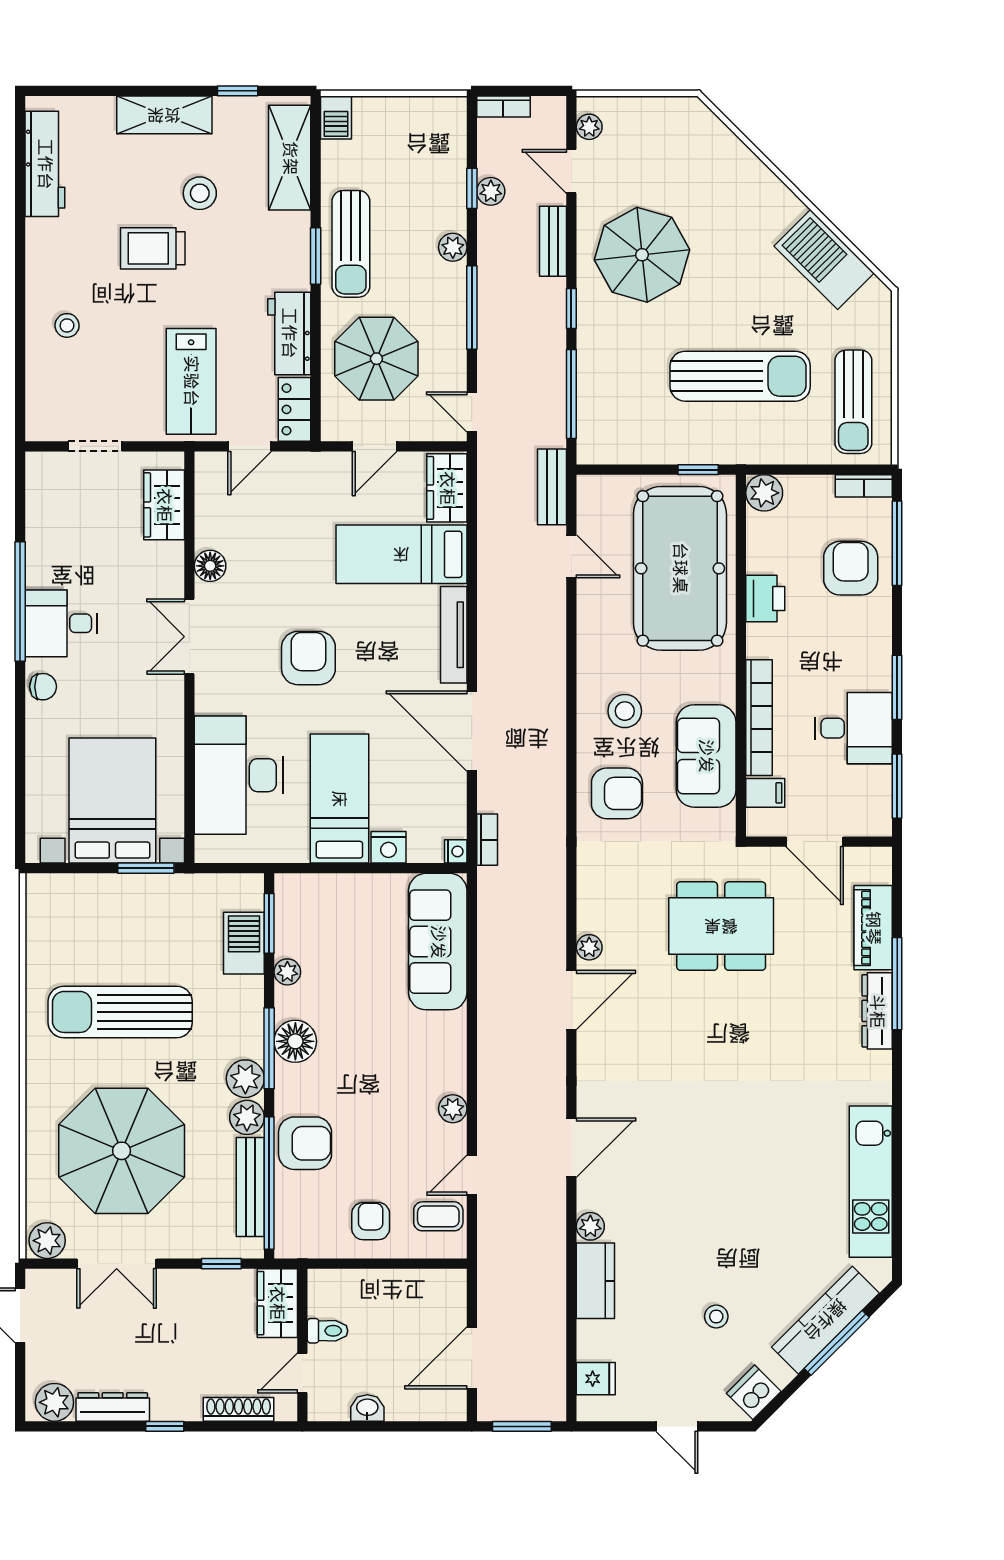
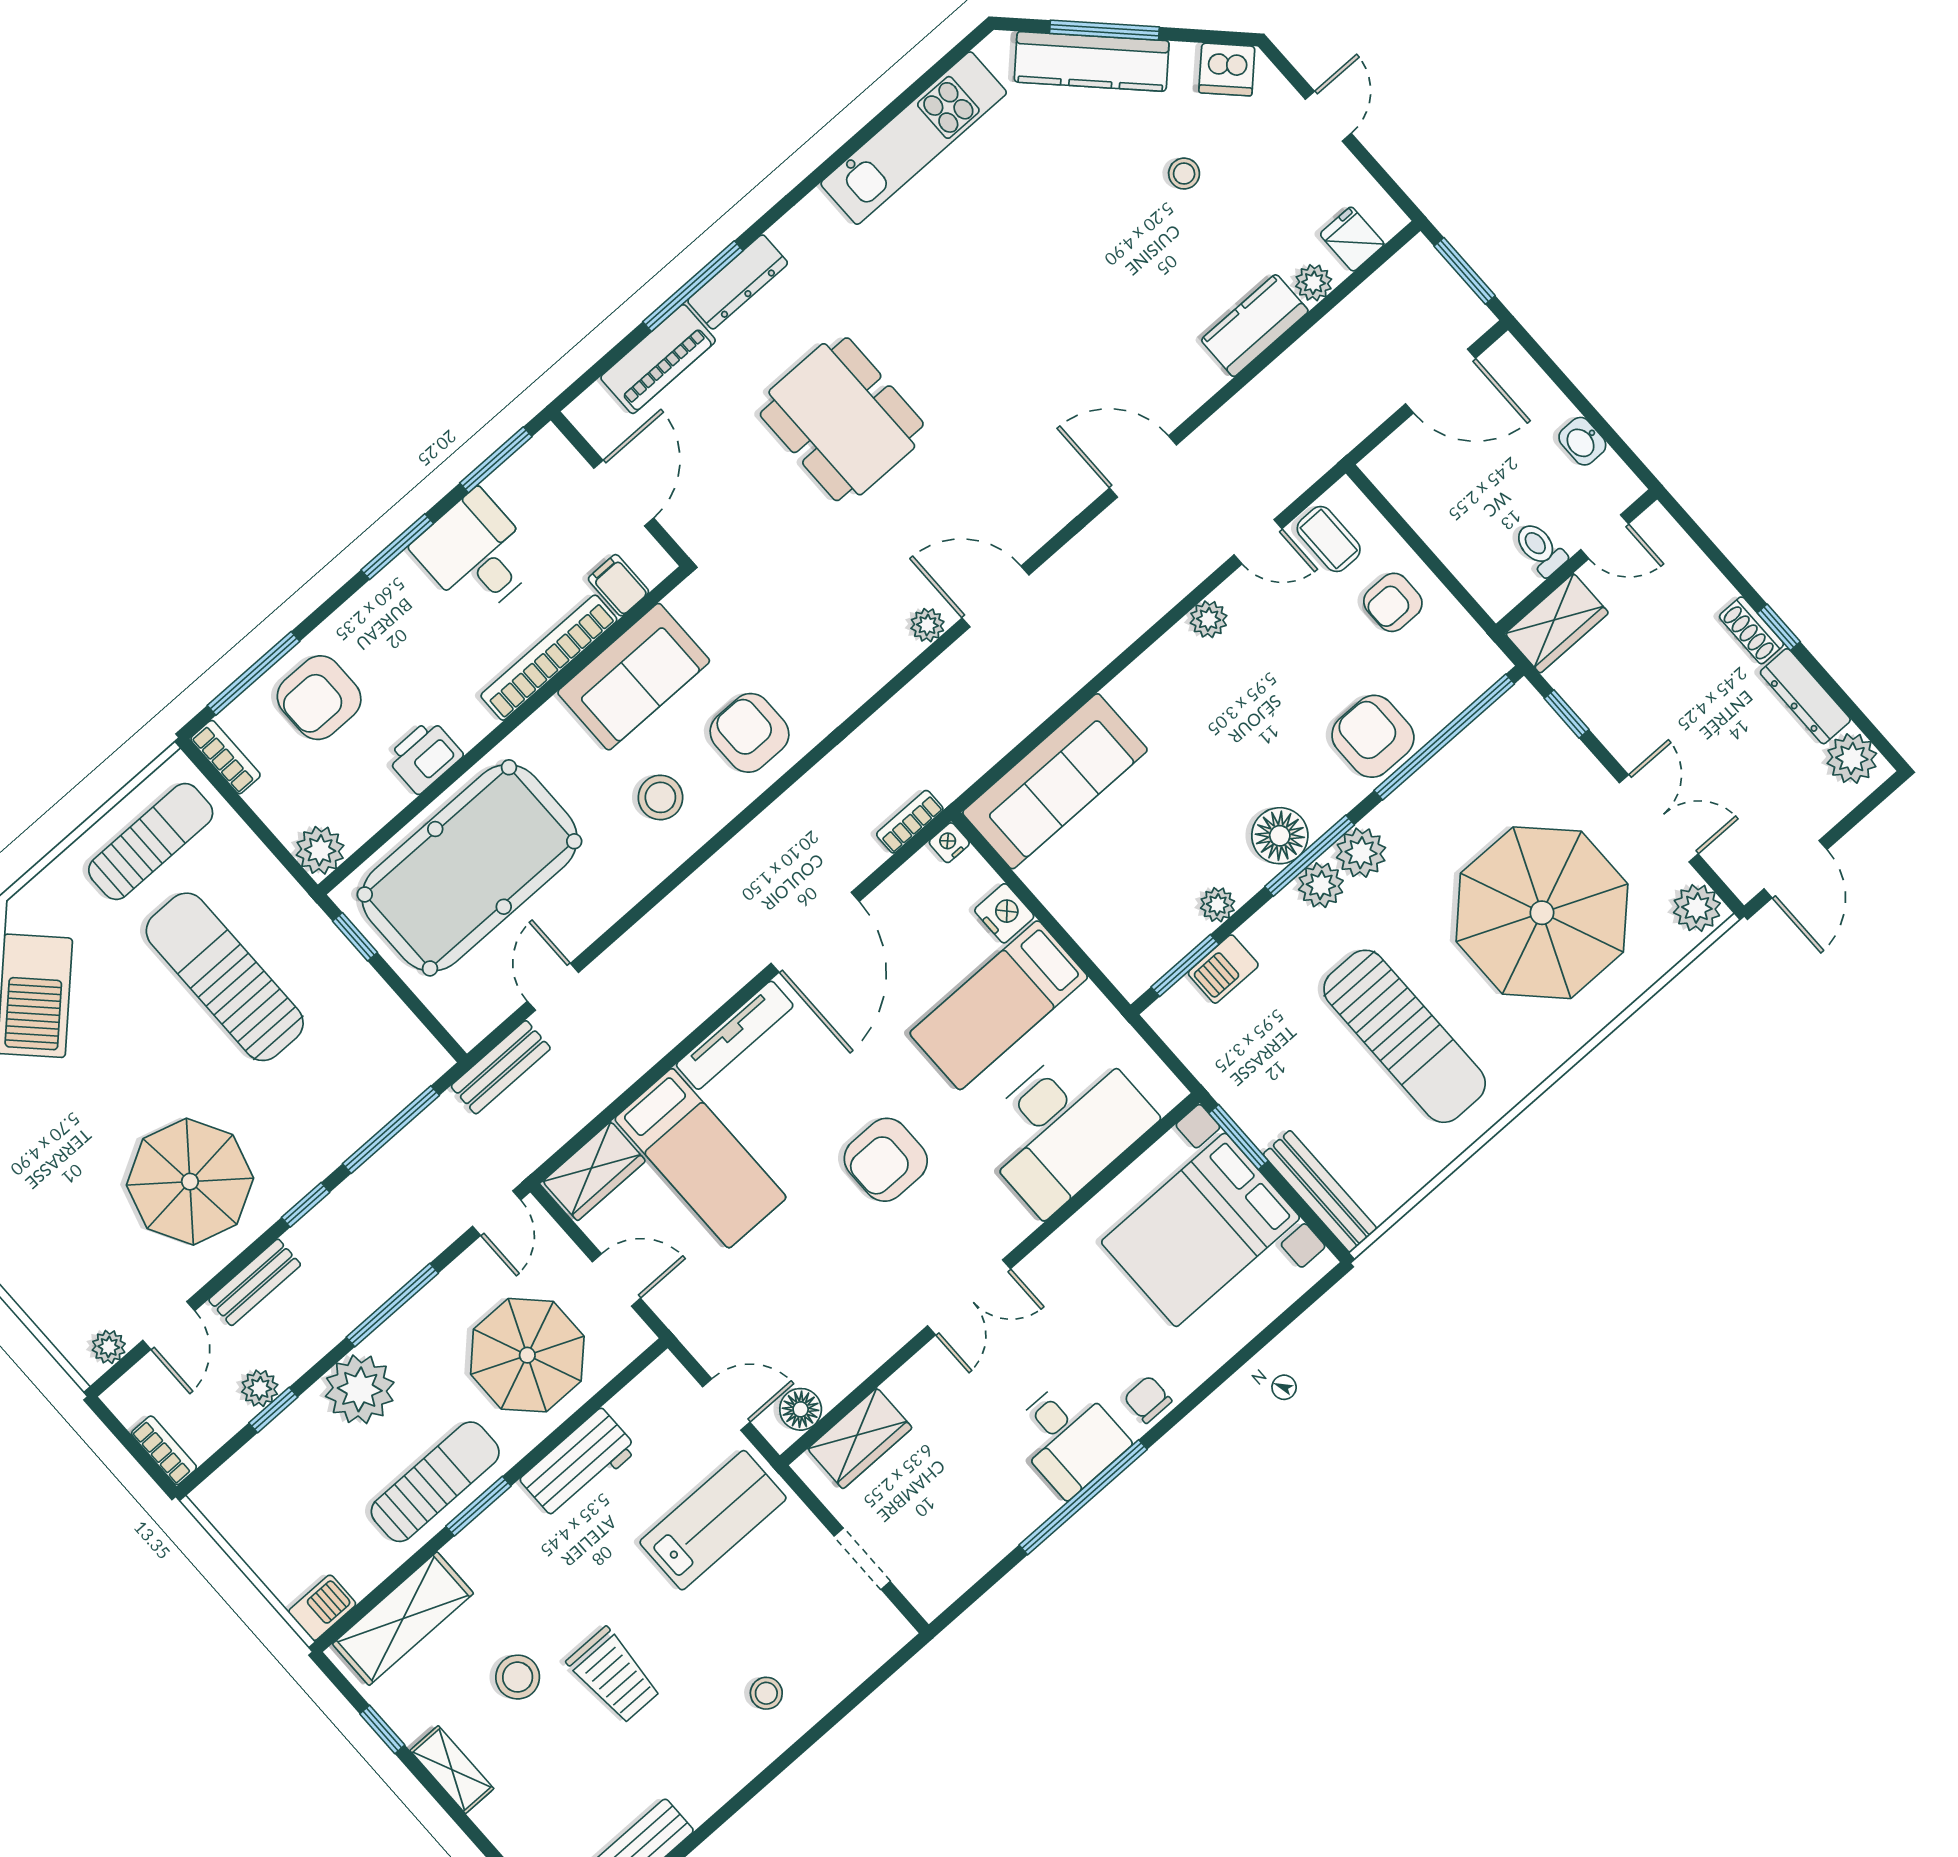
shelving: (164, 115) -> (452, 1770), width x0.67, depth x0.75
plant: (453, 247) -> (360, 1389), width x1.87, depth x1.87
locker: (295, 409) -> (650, 1392), removed
floor lamp: (210, 566) -> (801, 1409), moved
dining table: (721, 926) -> (842, 419), moved
barbecue: (244, 943) -> (1223, 969), width x0.73, depth x0.79
plant: (247, 1117) -> (1321, 885), moved
bench: (250, 1187) -> (1320, 1191), moved, turned 90
plant: (590, 1226) -> (1314, 283), moved
shoe rack: (239, 1409) -> (1751, 630), moved, width x0.70

